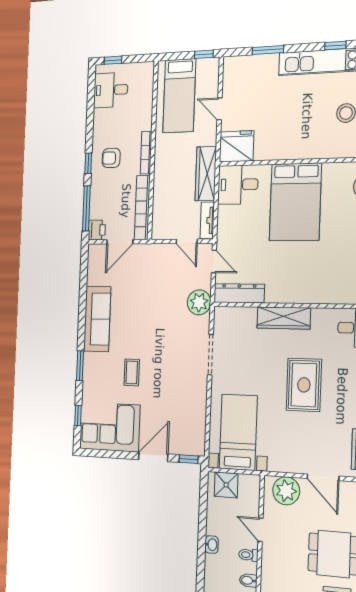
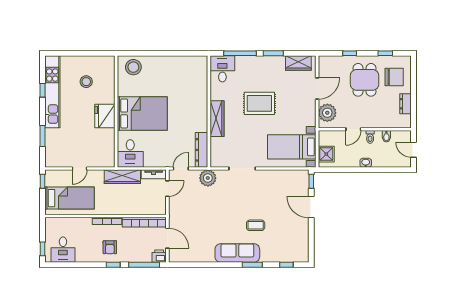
fridge: (237, 146) -> (105, 116), moved
sofa: (97, 319) -> (237, 253), moved
corner sofa: (110, 427) -> (293, 240), removed

